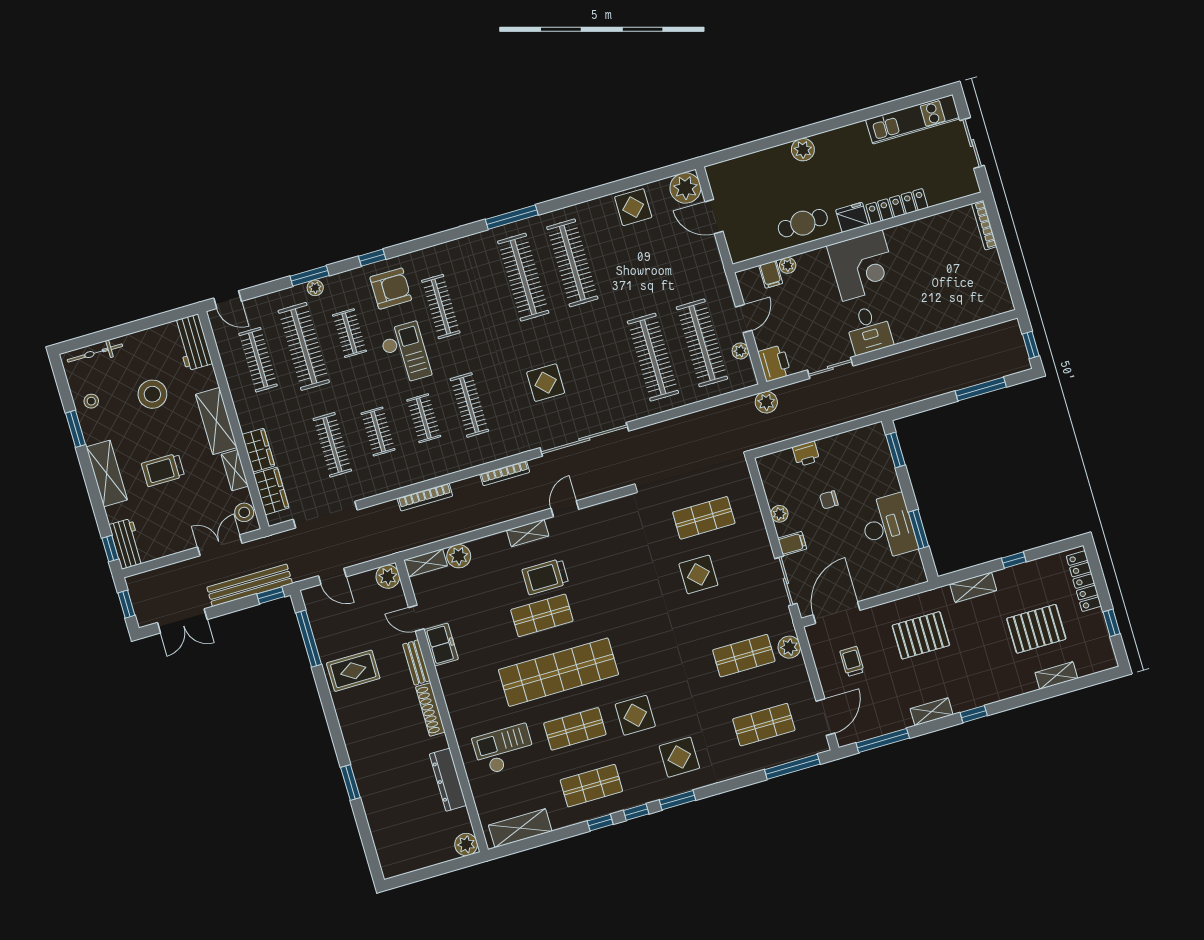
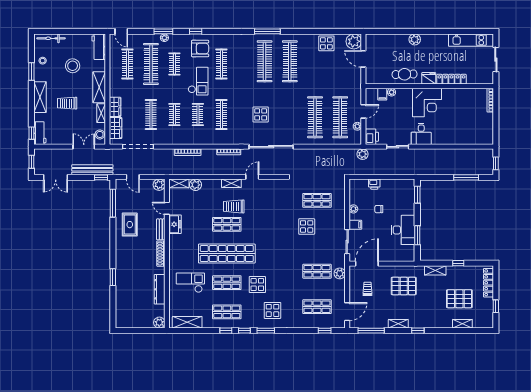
rug: (353, 671) -> (130, 225), turned 90
window: (792, 767) -> (325, 331), width x0.46

